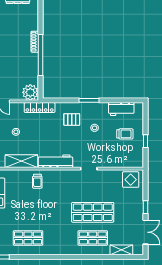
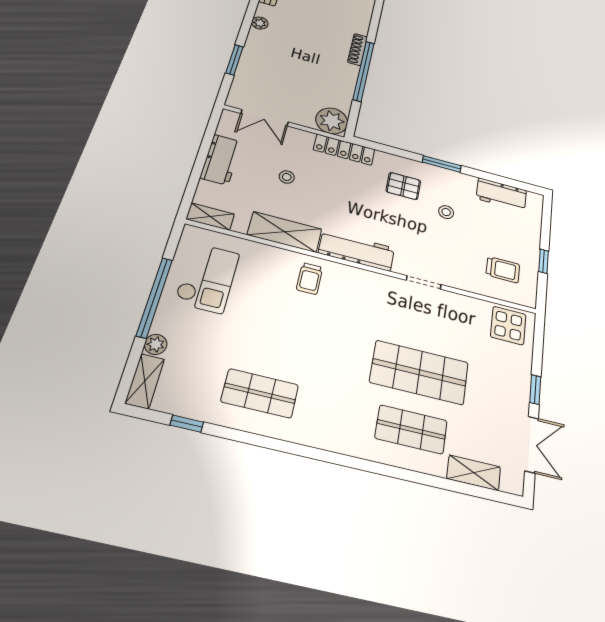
trolley: (125, 134) -> (503, 270), moved

